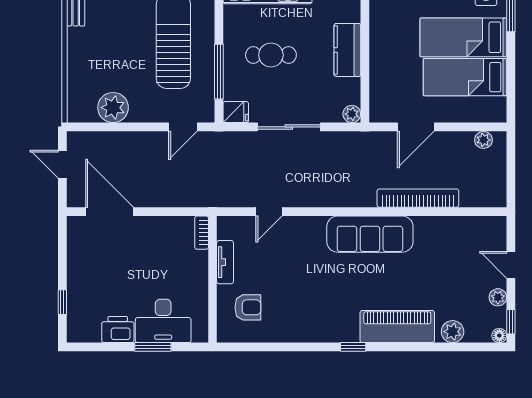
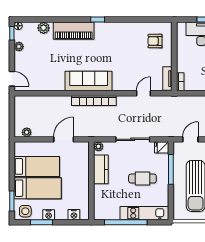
kitchen counter: (347, 50) -> (101, 169), moved
bookcase: (418, 198) -> (94, 101), moved
tv unit: (225, 262) -> (167, 79), moved
door: (511, 265) -> (12, 79), moved

